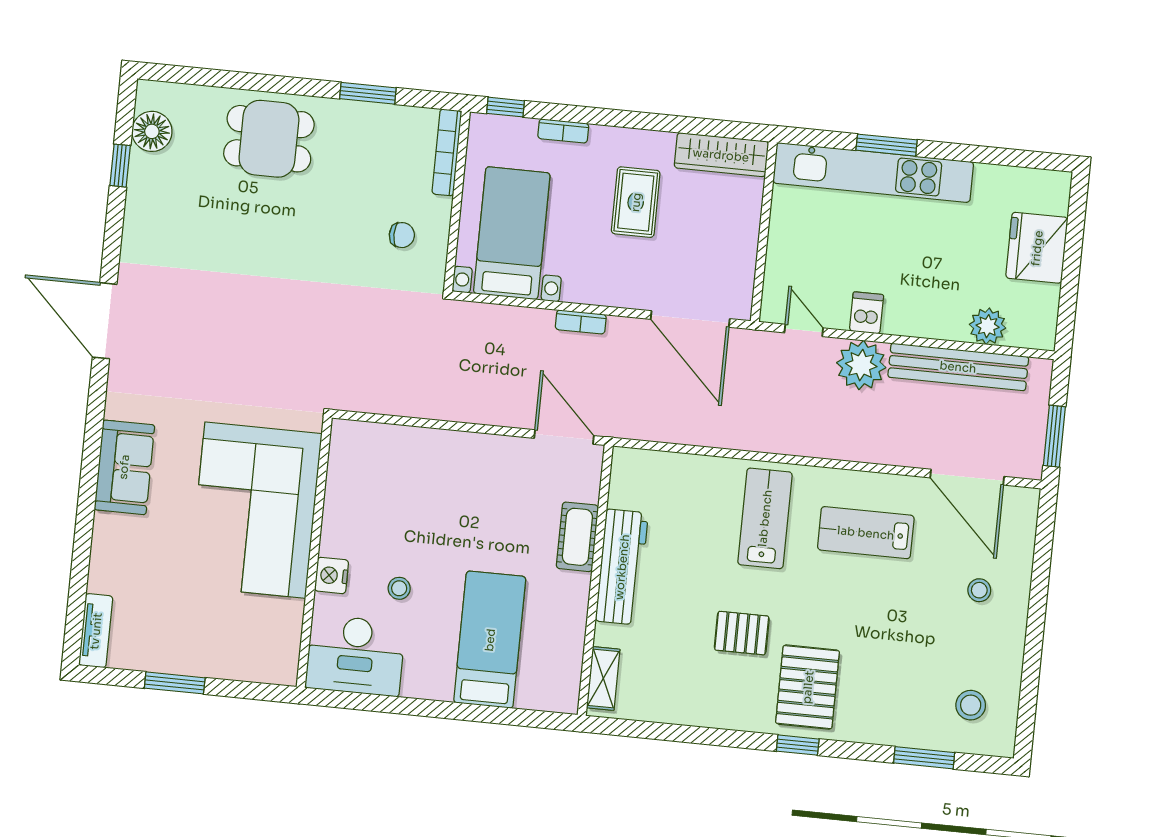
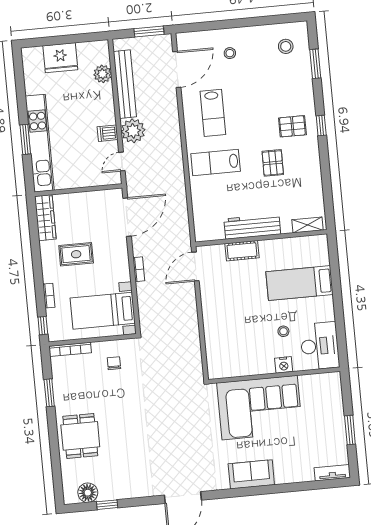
pallet: (808, 687) -> (292, 126), width x0.67, depth x0.71

